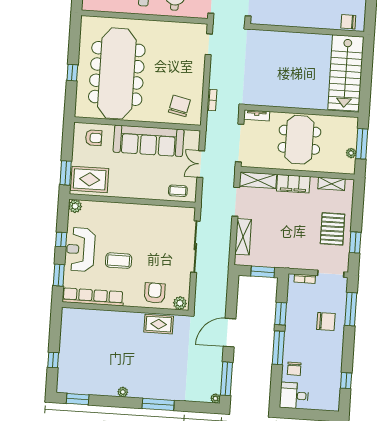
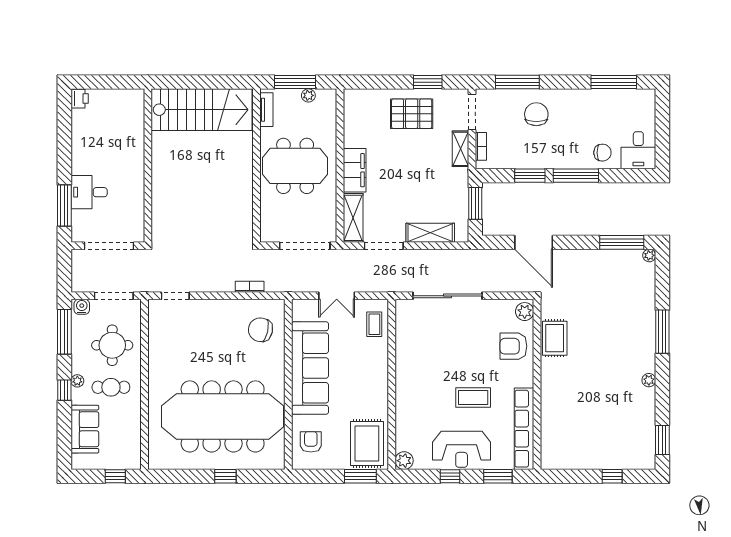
chair: (348, 22) -> (133, 111), removed
tv unit: (257, 115) -> (266, 110), moved
shelving: (332, 184) -> (461, 149), moved
coffee table: (119, 261) -> (473, 398), turned 90
door: (230, 333) -> (534, 242), moved
window: (346, 381) -> (614, 82), width x2.17

